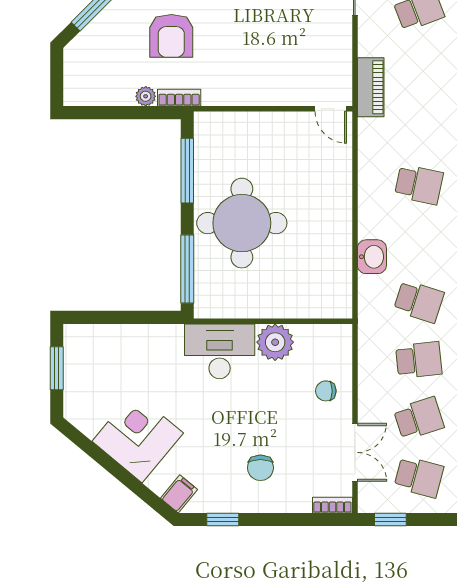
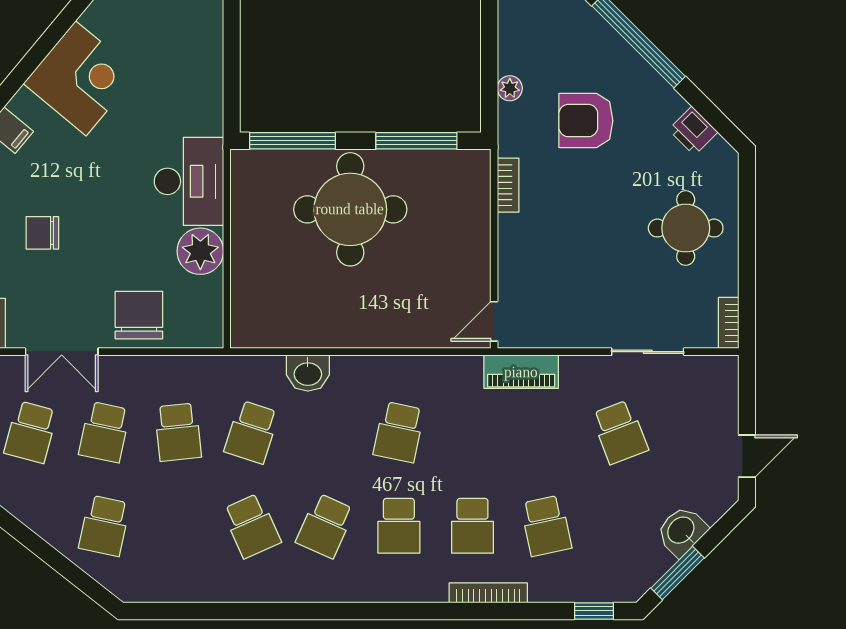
bookcase: (179, 98) -> (508, 185), moved
chair: (326, 391) -> (139, 315), width x1.87, depth x1.87
school desk: (419, 418) -> (104, 432), turned 30

